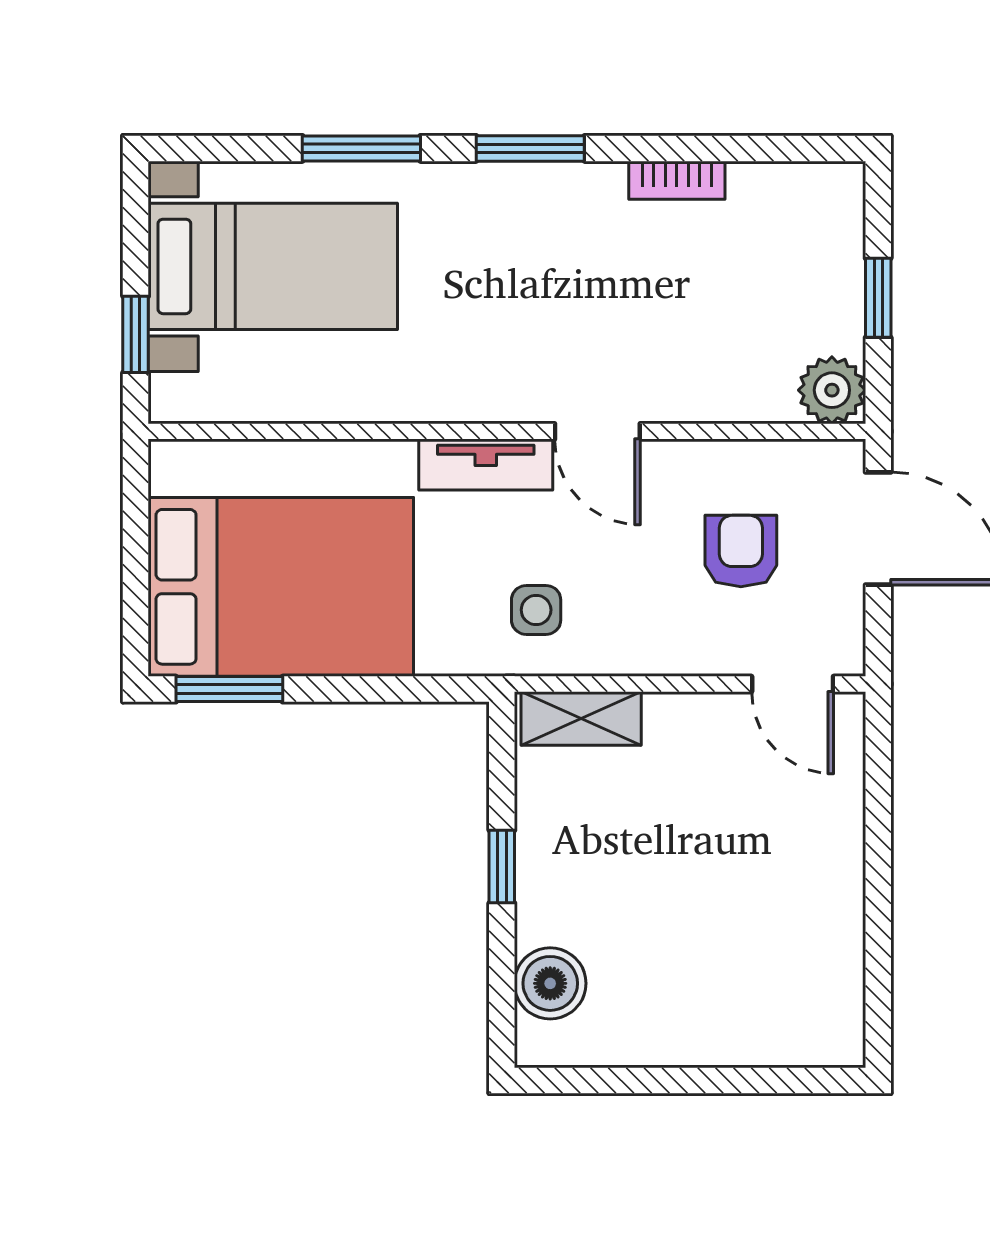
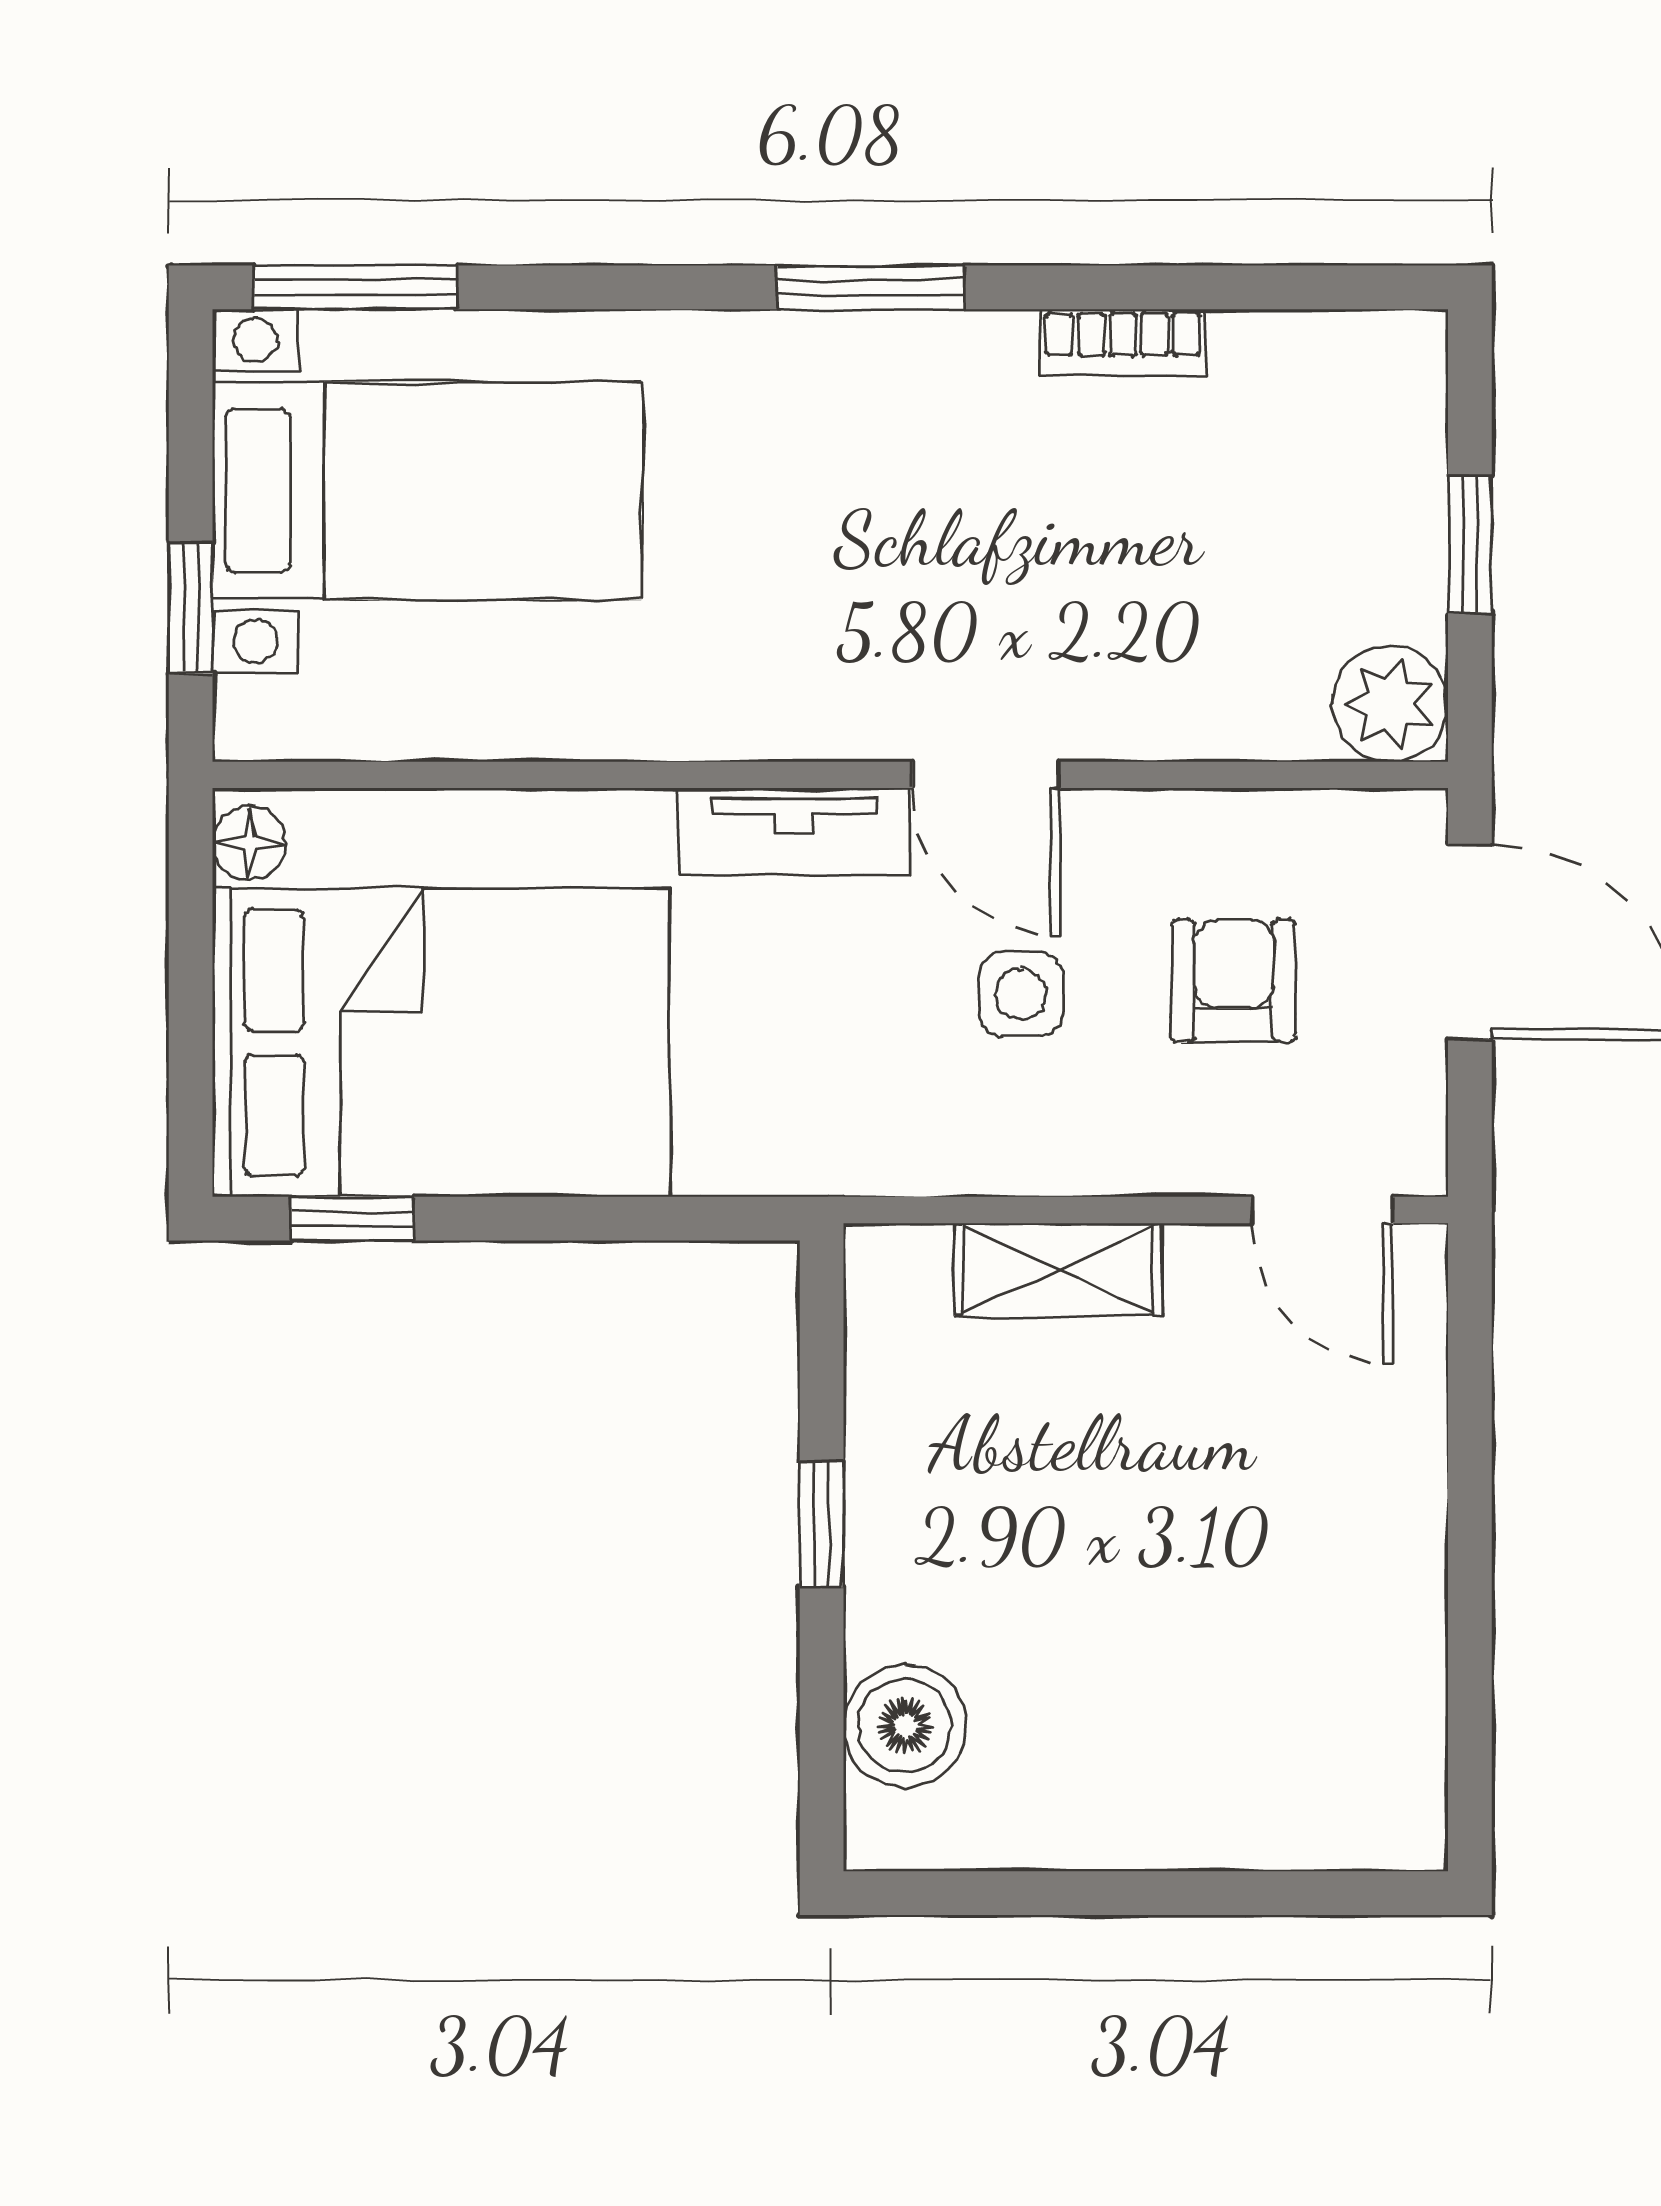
window: (361, 148) -> (356, 287), moved
floor lamp: (170, 471) -> (249, 843), added
side table: (536, 610) -> (1021, 994), moved
window: (229, 689) -> (352, 1219), width x0.67
shelving: (581, 718) -> (1058, 1269), moved

